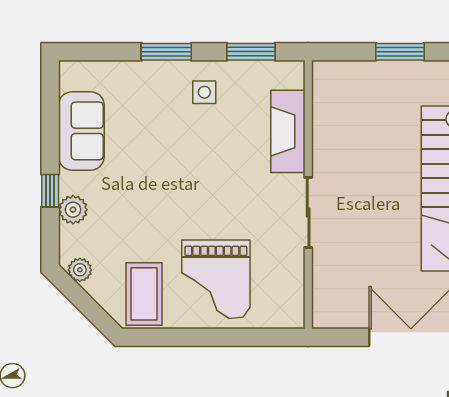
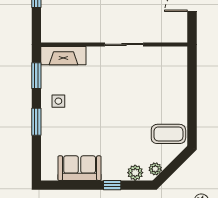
fireplace: (288, 131) -> (63, 56), moved
plant: (73, 210) -> (135, 173), moved
grand piano: (216, 279) -> (160, 95), removed

